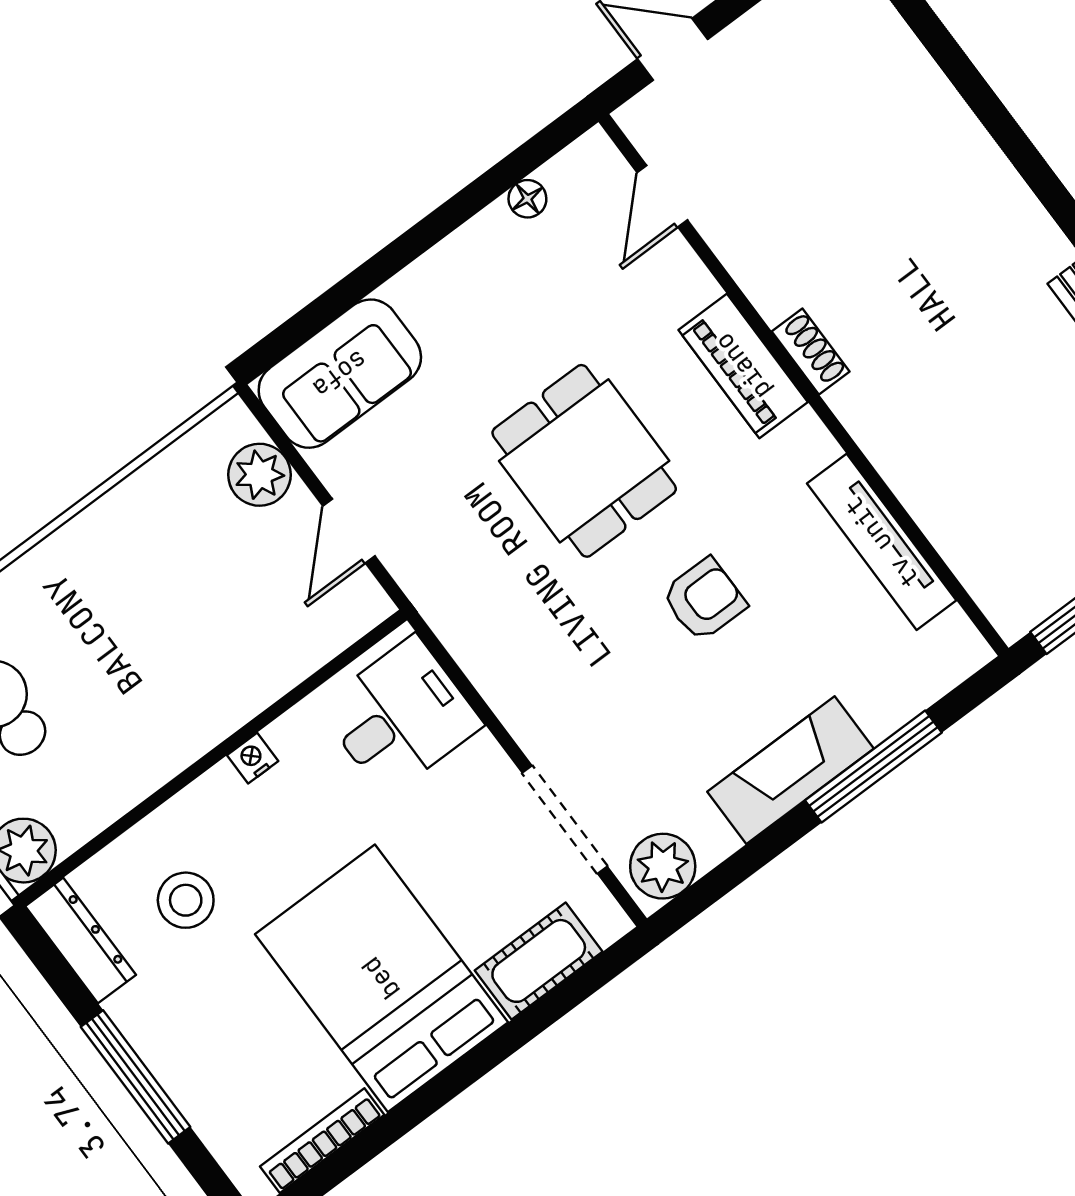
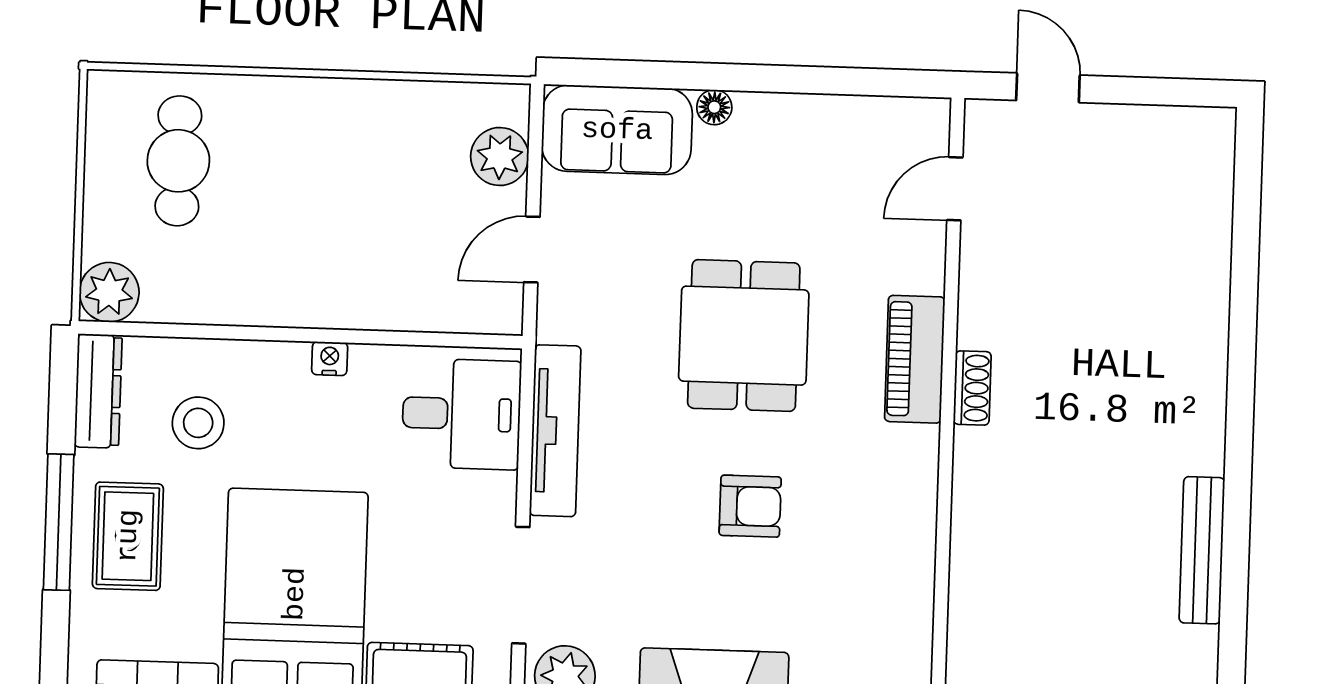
floor lamp: (527, 199) -> (714, 107), moved
tv unit: (882, 542) -> (555, 431), moved, turned 180
rug: (203, 1042) -> (128, 536), added

